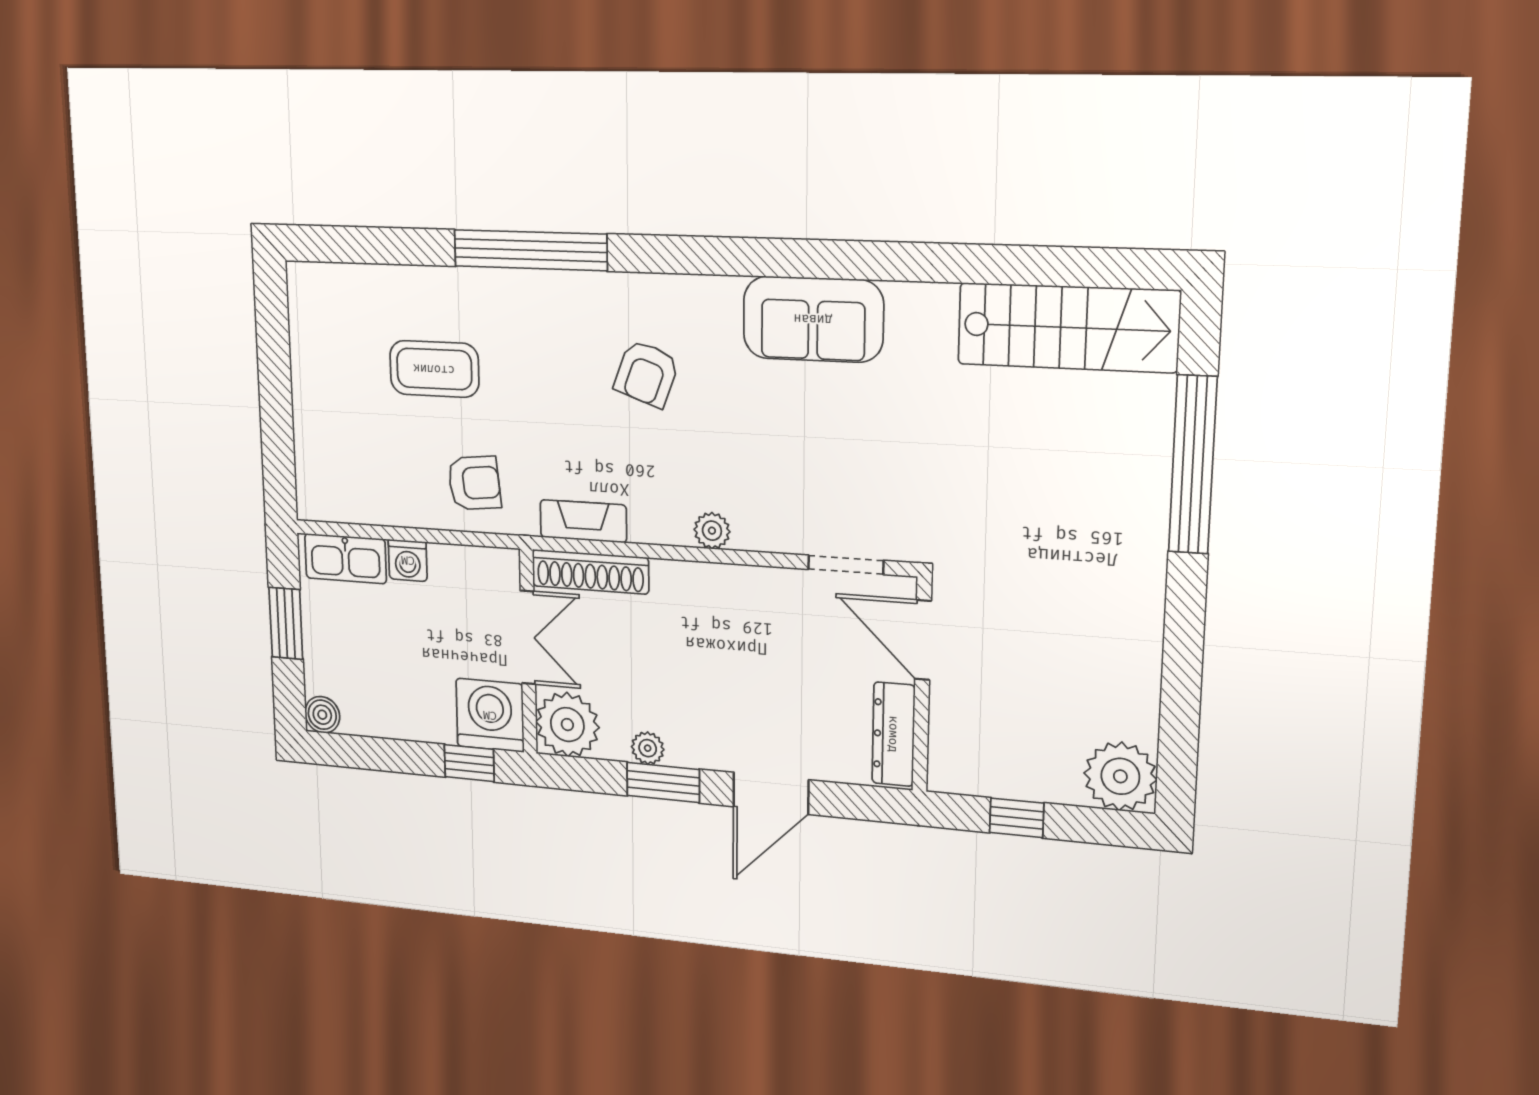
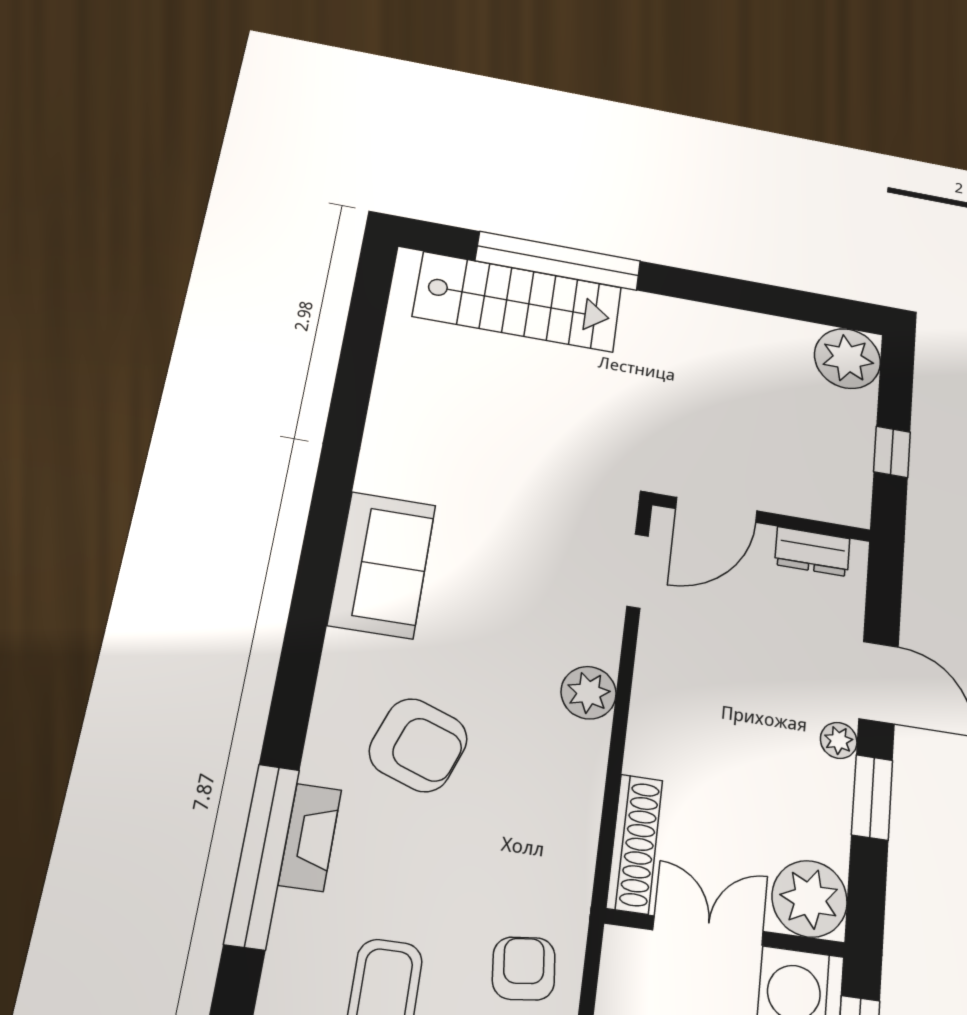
stairs: (1068, 328) -> (518, 302), moved, turned 90
armchair: (646, 374) -> (418, 745), width x1.38, depth x1.38
fireplace: (583, 521) -> (310, 837), moved, turned 180
plant: (712, 531) -> (589, 693), width x1.38, depth x1.38
dresser: (893, 734) -> (812, 552), width x0.70
plant: (648, 748) -> (839, 740), moved

